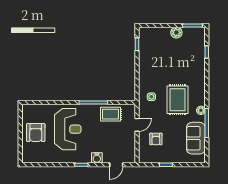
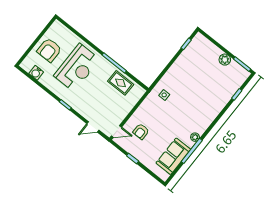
rug: (177, 100) -> (183, 114), removed
door: (137, 125) -> (116, 131), moved
water cooler: (97, 158) -> (36, 73), moved

